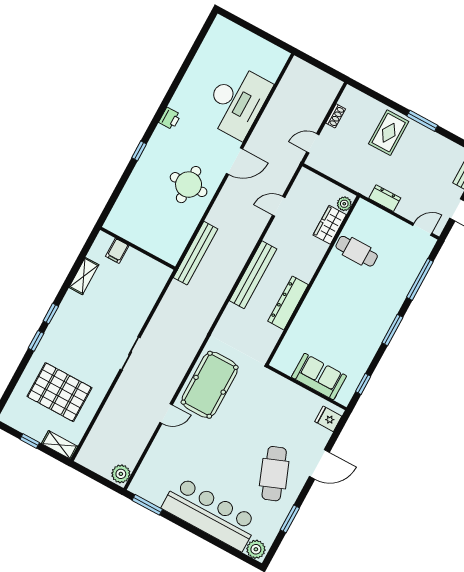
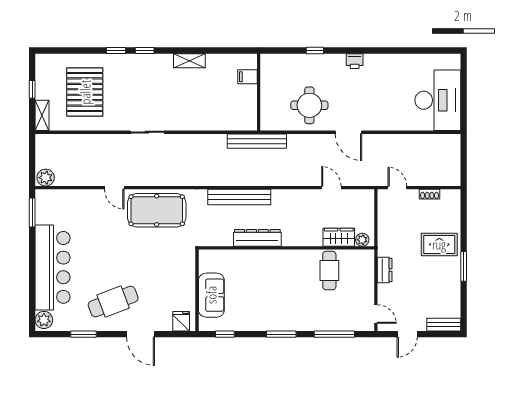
desk: (237, 102) -> (438, 100), moved, turned -90
wall: (138, 248) -> (259, 92), moved
filing cabinet: (117, 251) -> (248, 77), moved
bench: (253, 275) -> (239, 197), moved

